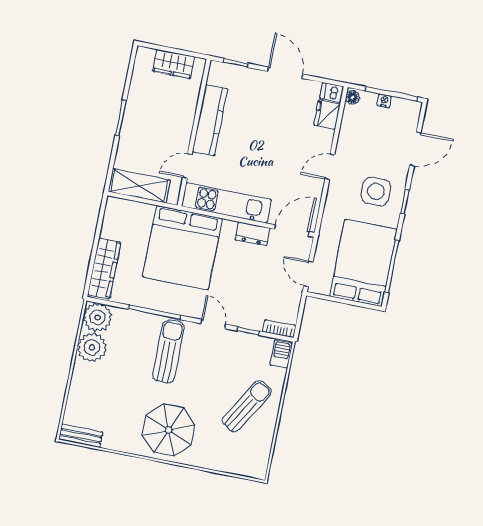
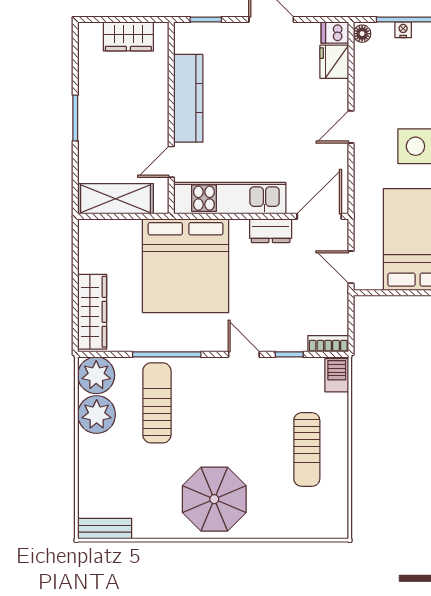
sun lounger: (168, 351) -> (157, 403), moved
sun lounger: (247, 406) -> (307, 450), turned 149

